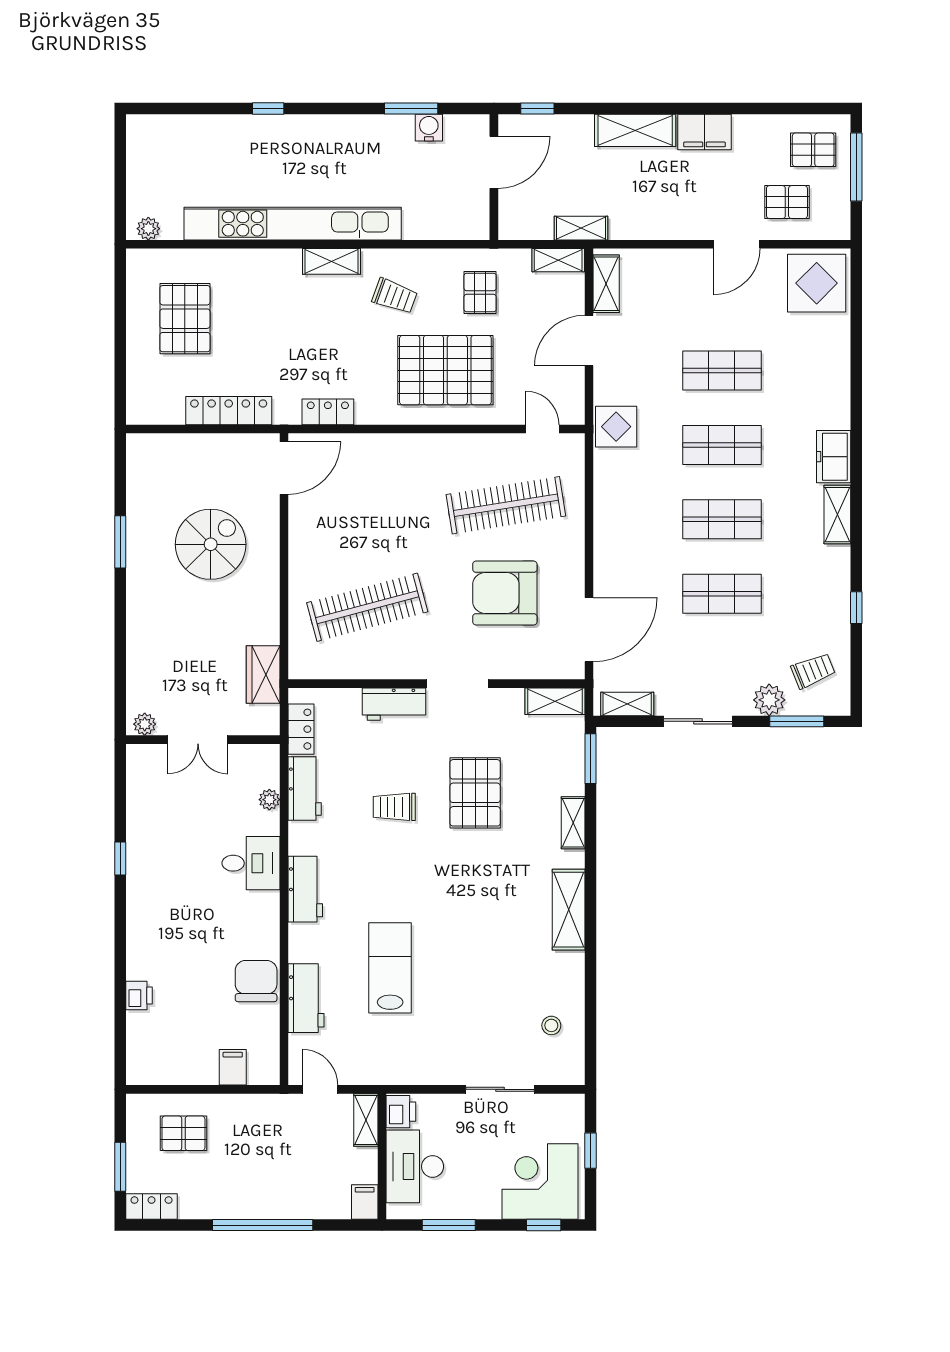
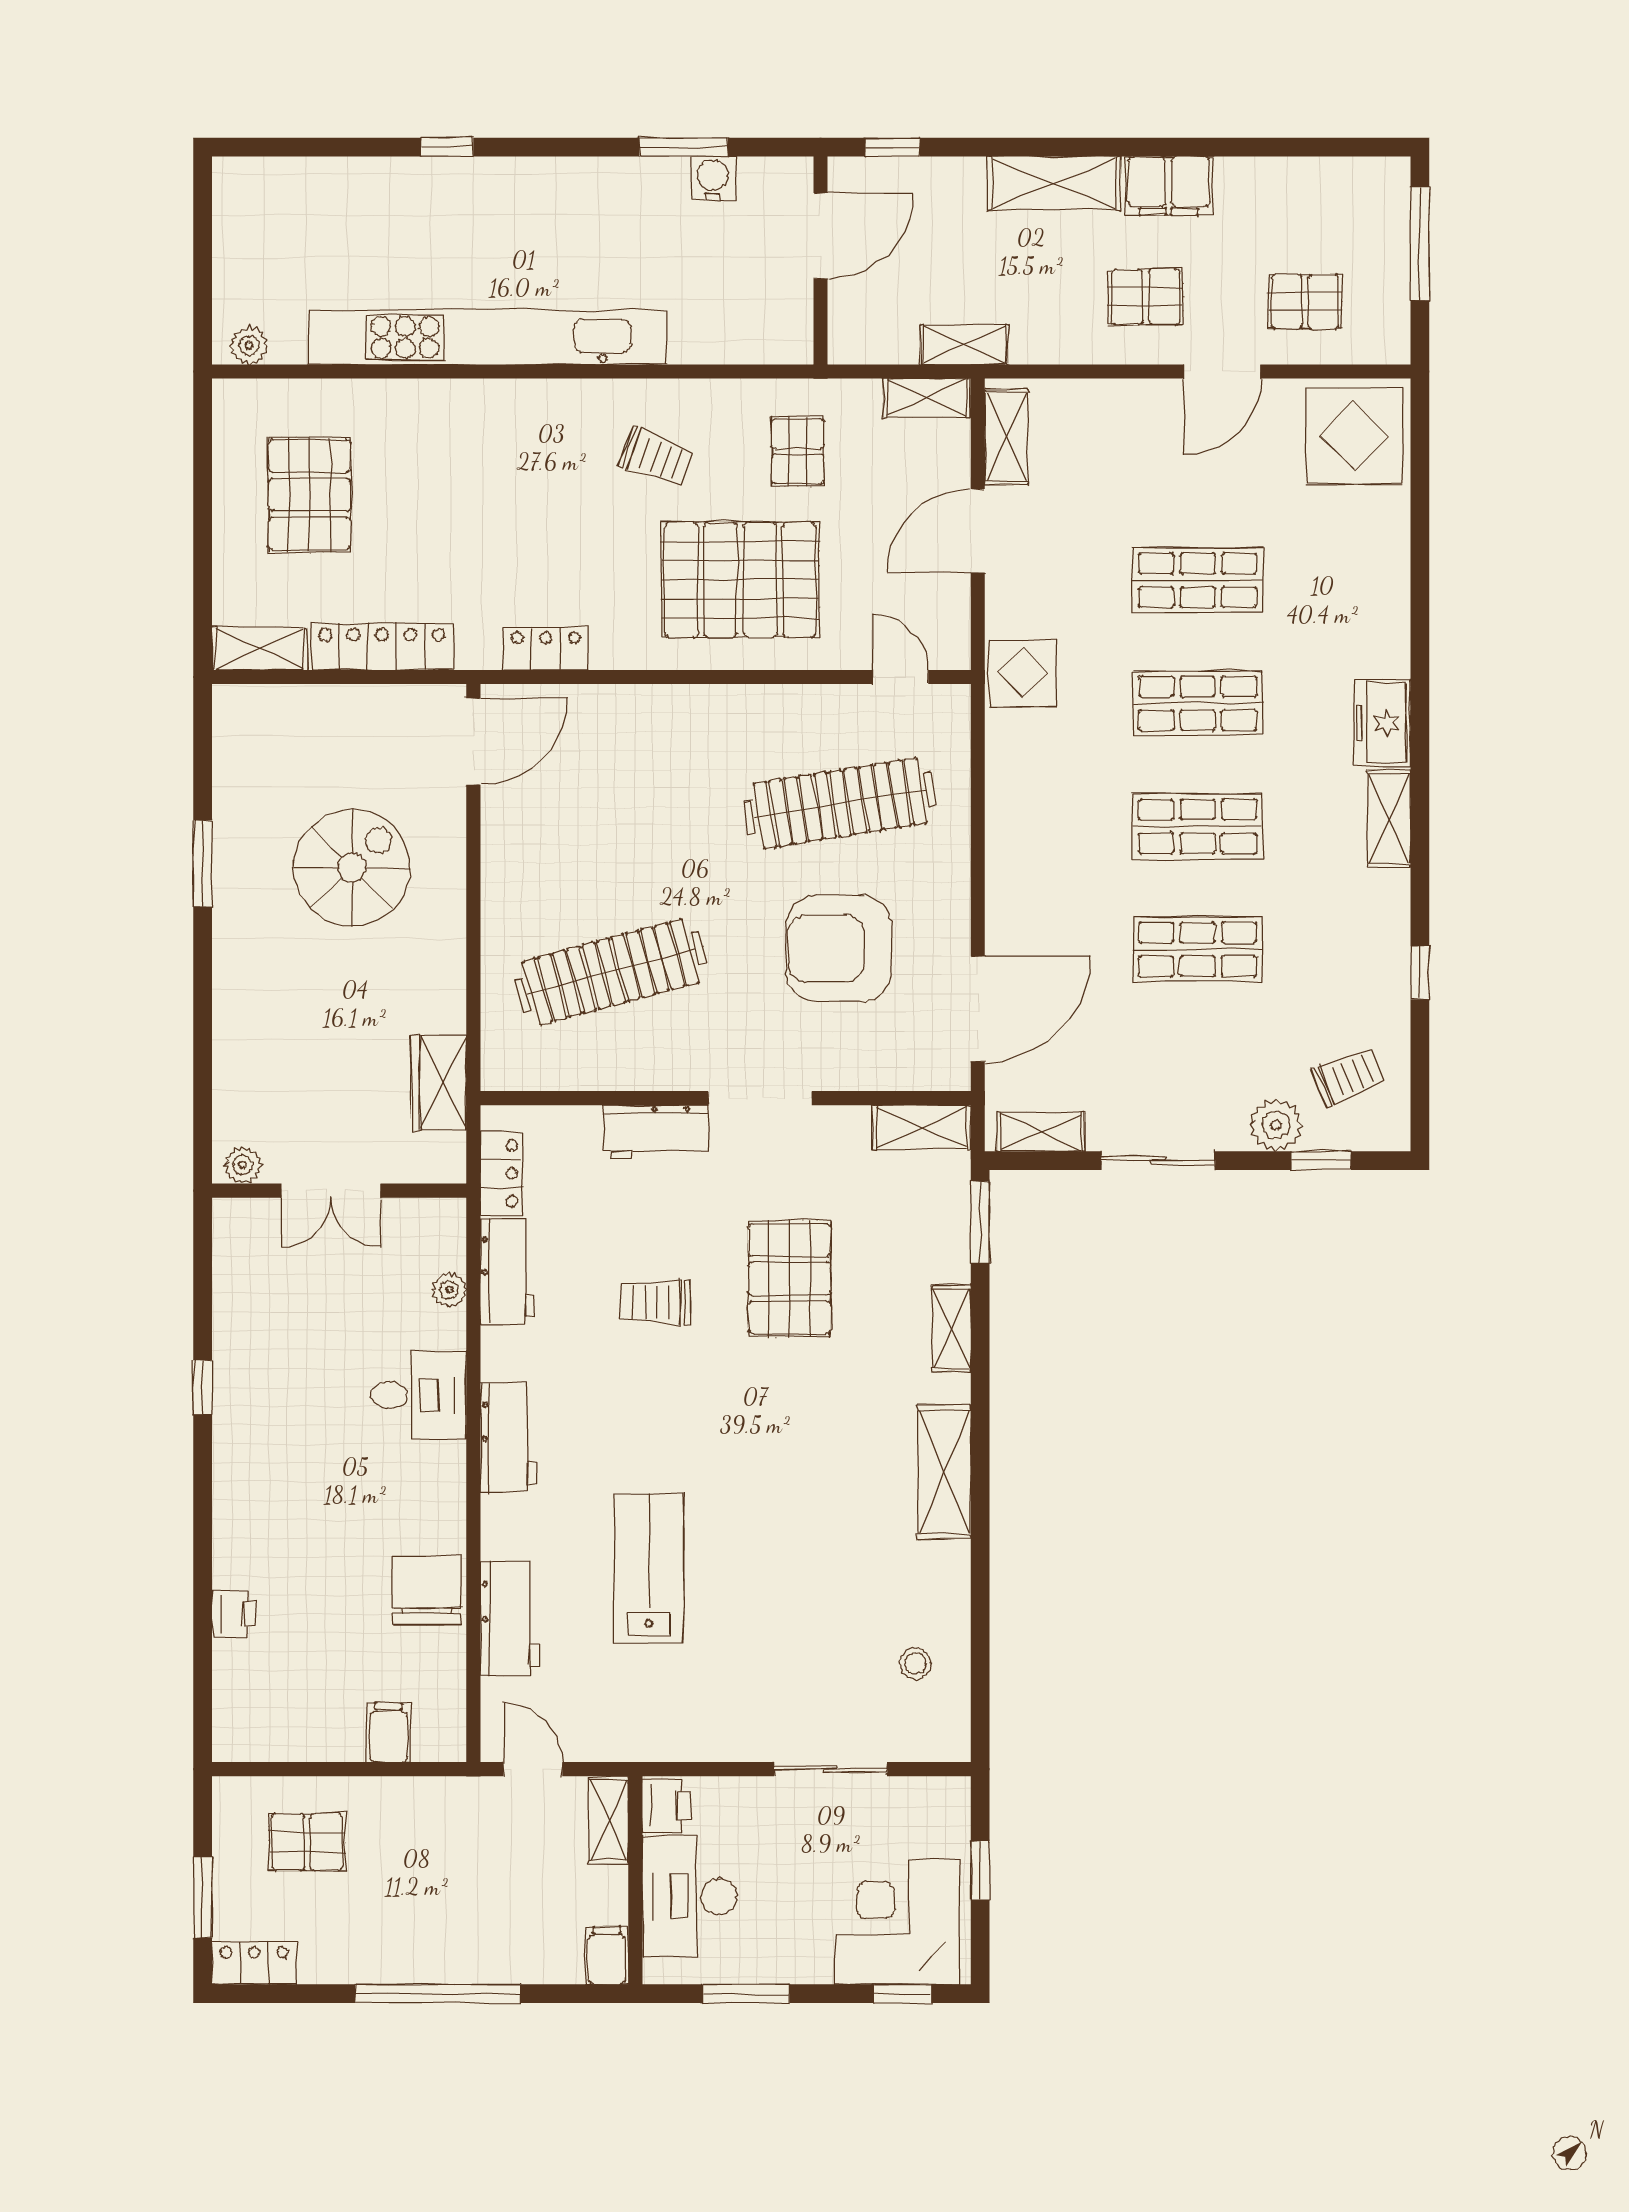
pallet: (813, 150) -> (1146, 297), moved
shelving: (332, 261) -> (260, 649), moved
window: (797, 721) -> (1321, 1161), width x0.67

